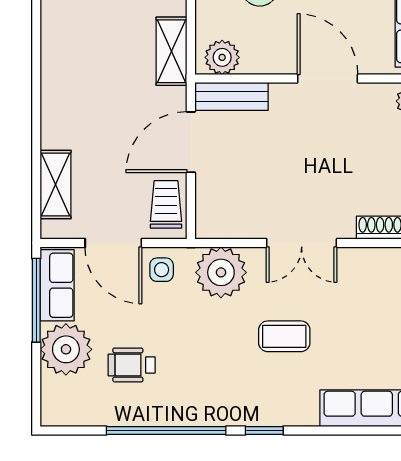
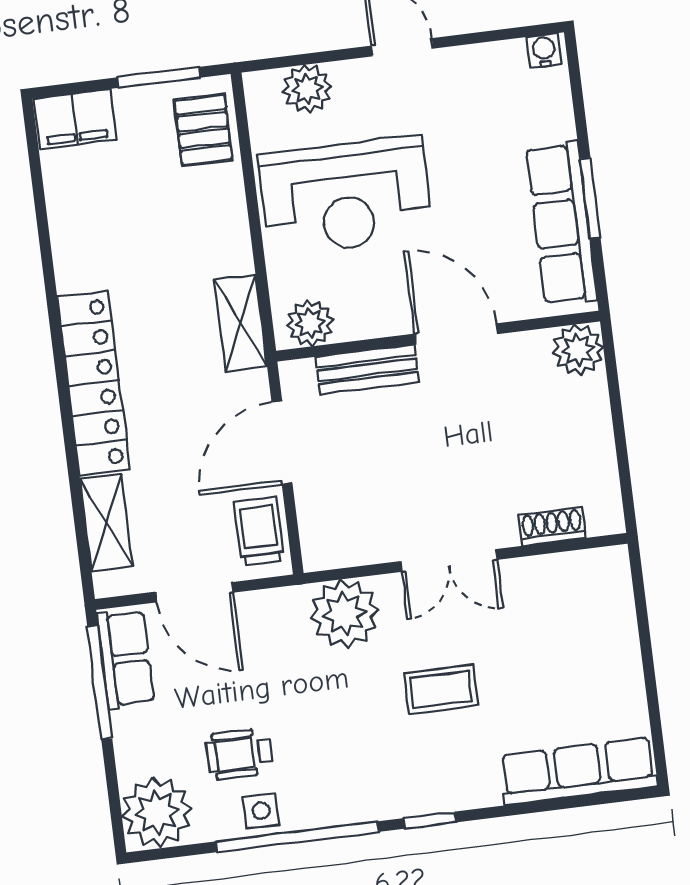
locker: (59, 82) -> (94, 383), added
bench: (231, 96) -> (367, 370), moved
side table: (162, 270) -> (261, 811), moved
plant: (66, 349) -> (157, 812), moved

